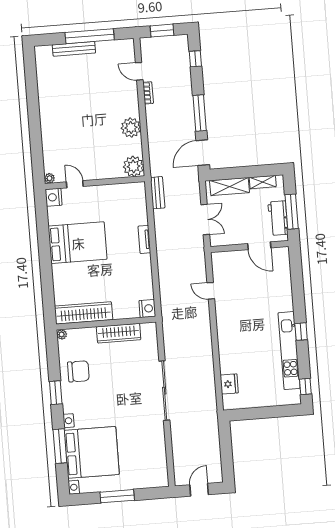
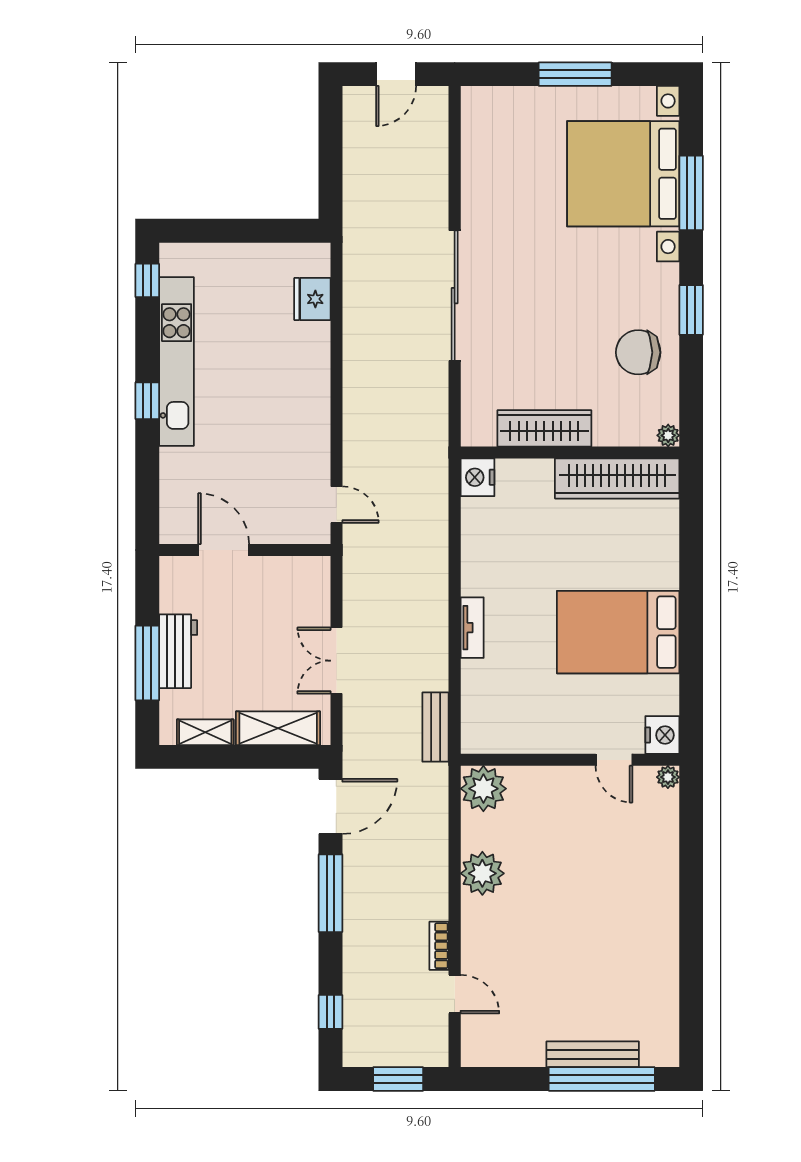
window: (90, 36) -> (602, 1079), moved
door: (259, 246) -> (224, 550), moved
wall: (249, 247) -> (245, 550), moved

